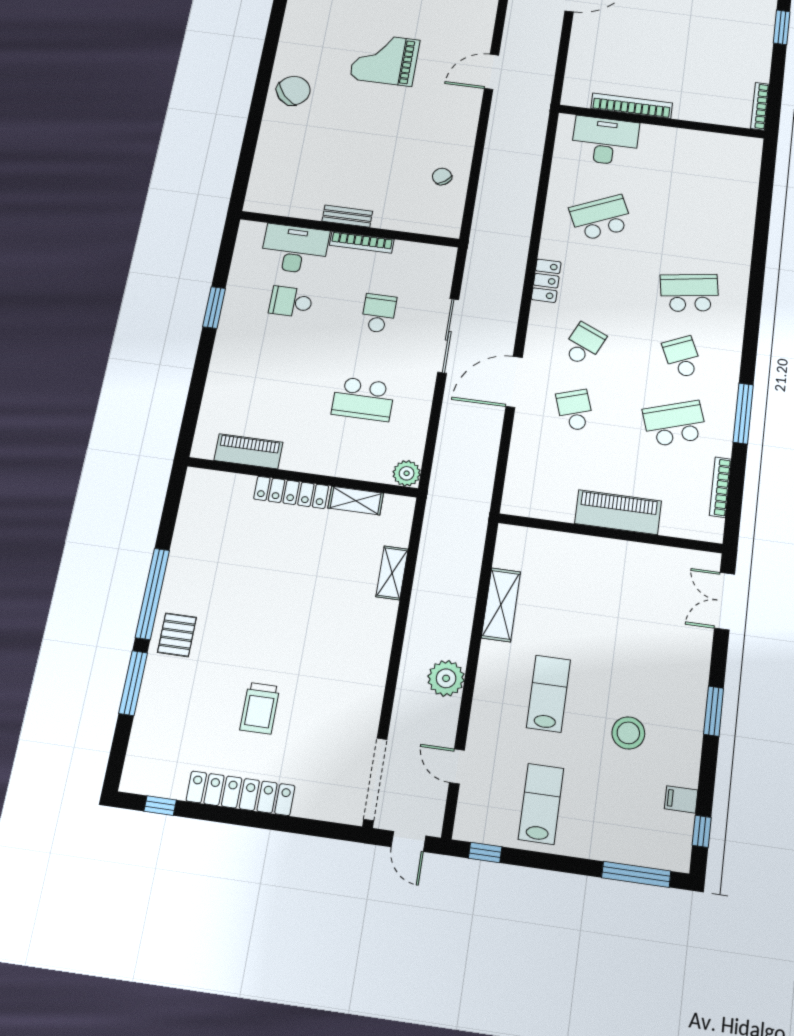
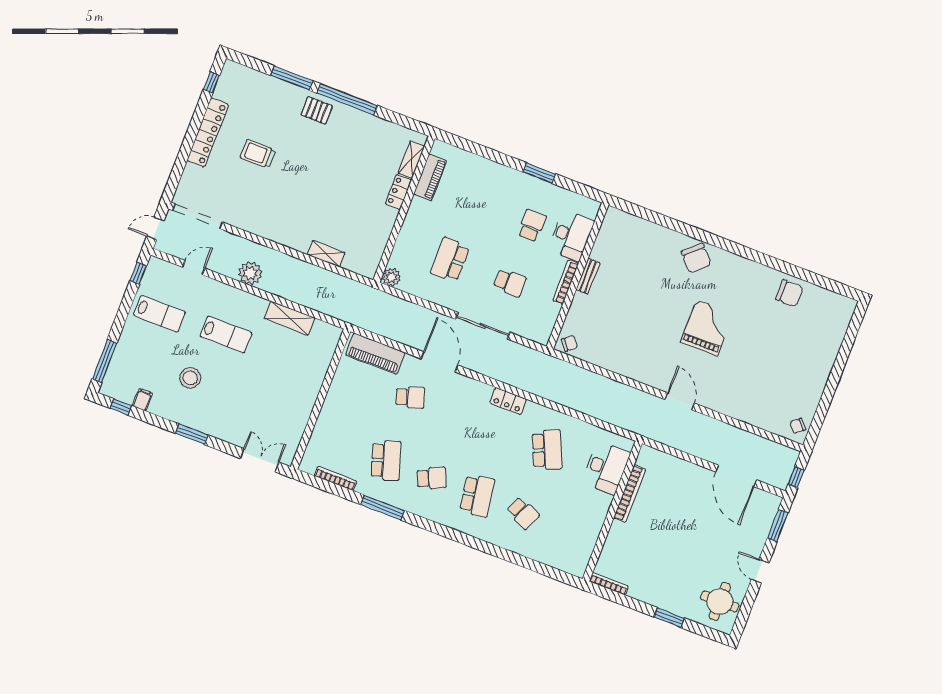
chair: (442, 176) -> (569, 343), moved
school desk: (584, 344) -> (523, 513), moved
locker: (291, 492) -> (398, 192), width x0.66
shelving: (356, 501) -> (411, 160), moved
piano: (618, 512) -> (375, 354), moved, turned 90

